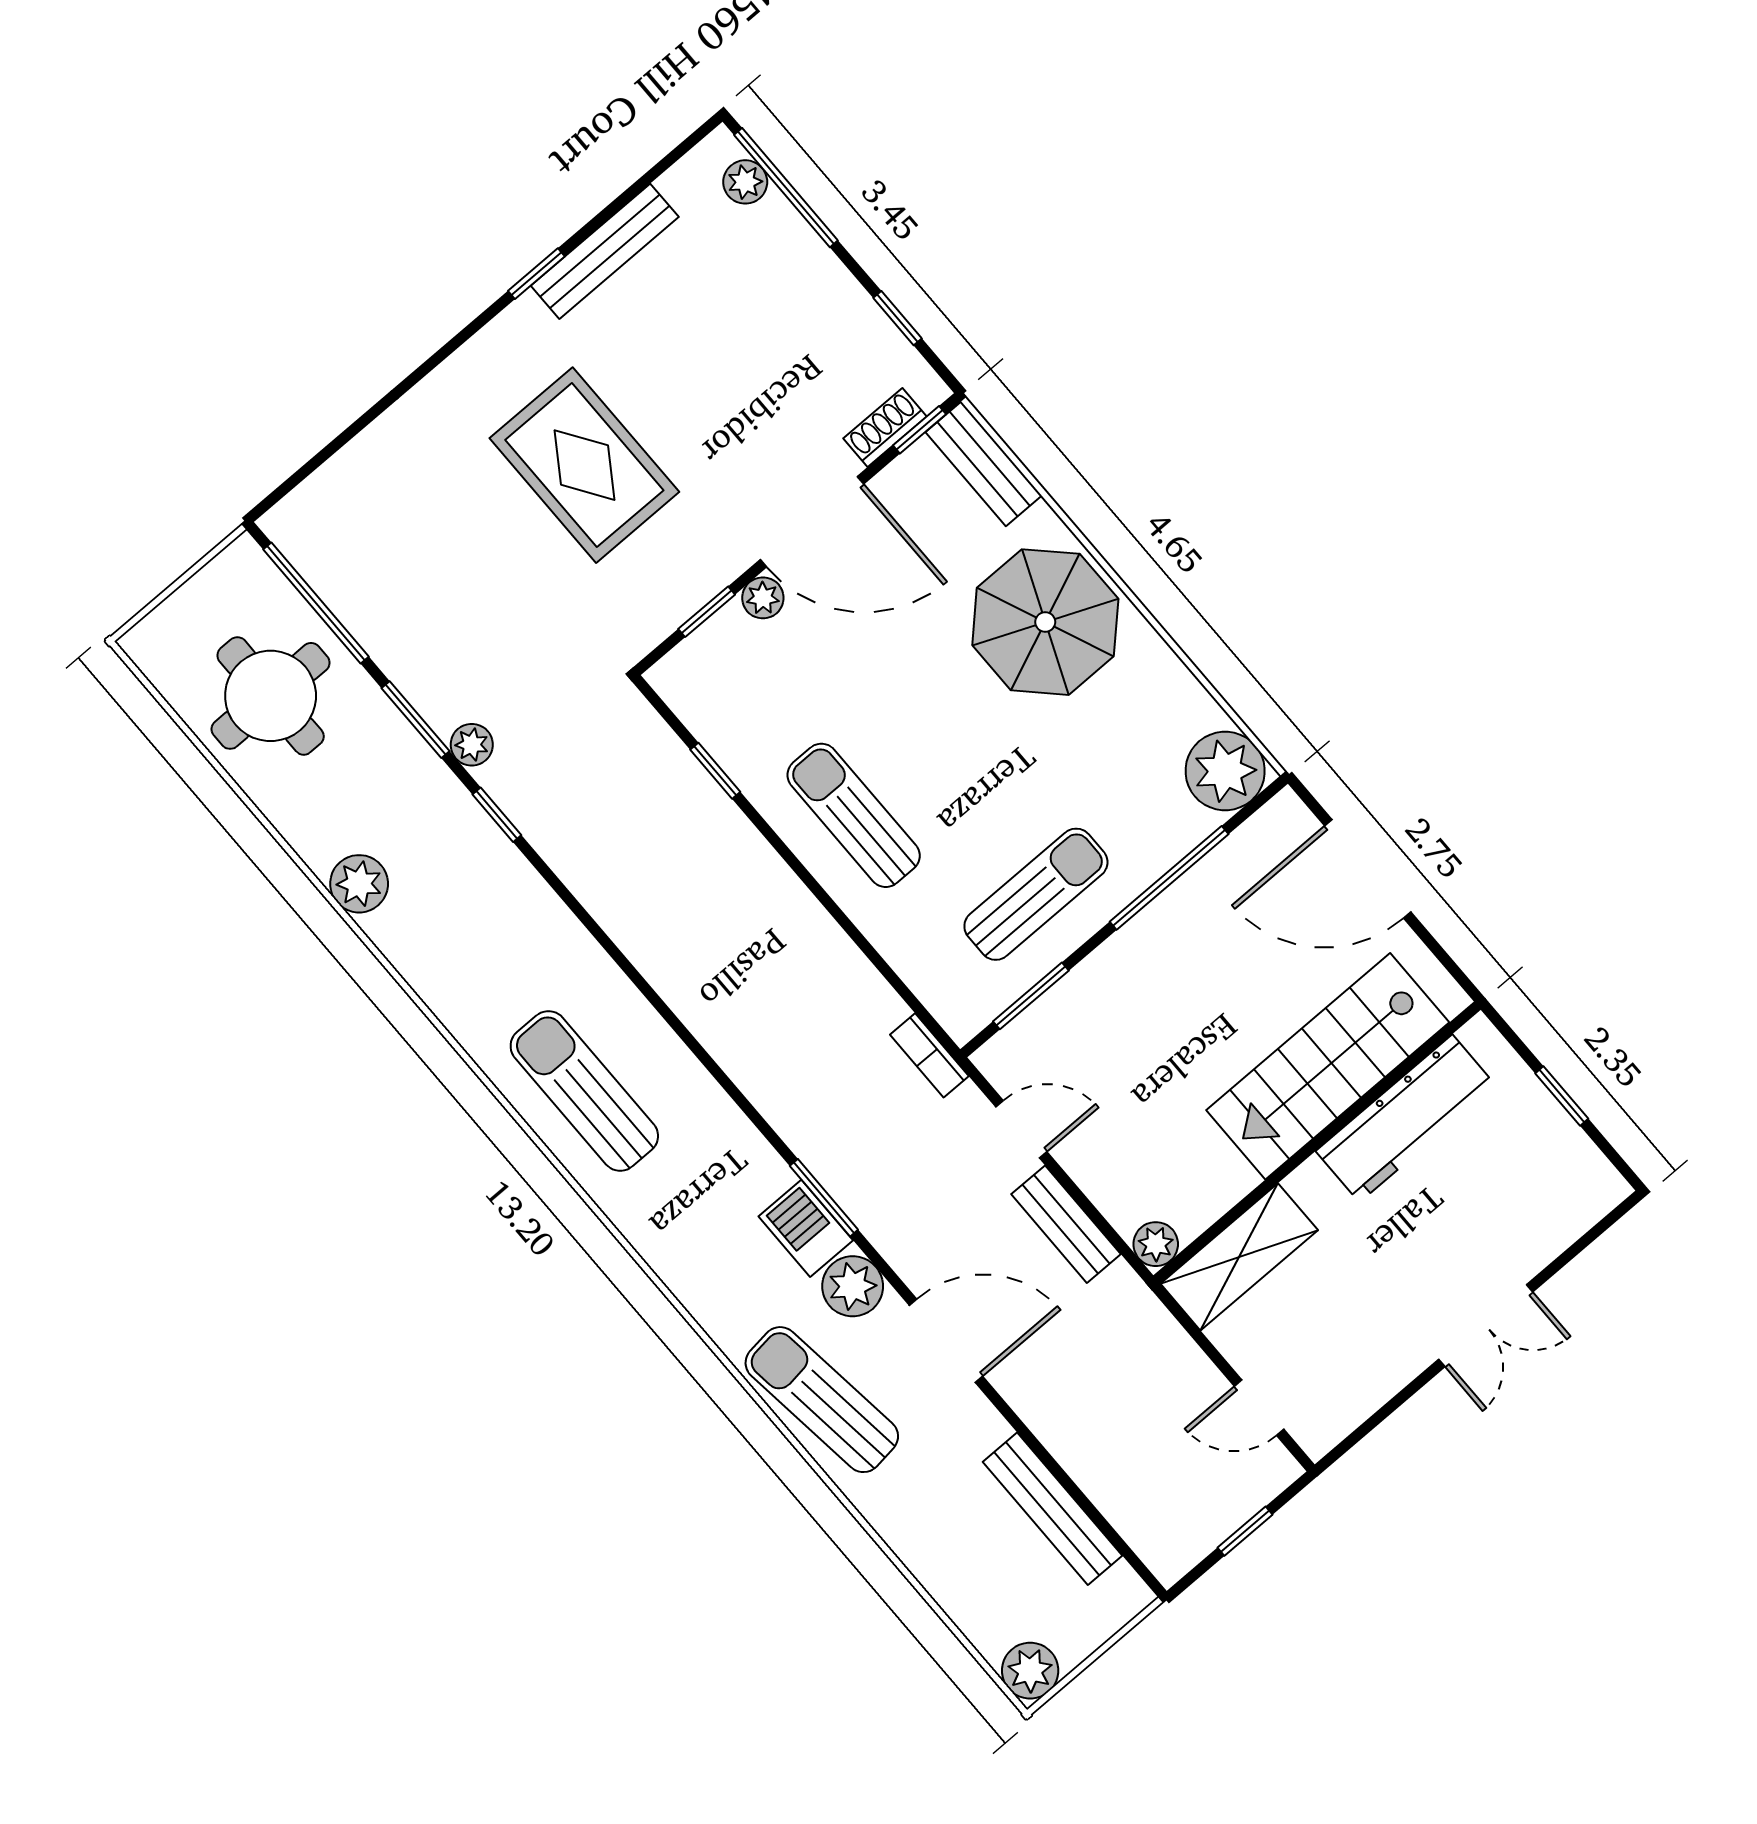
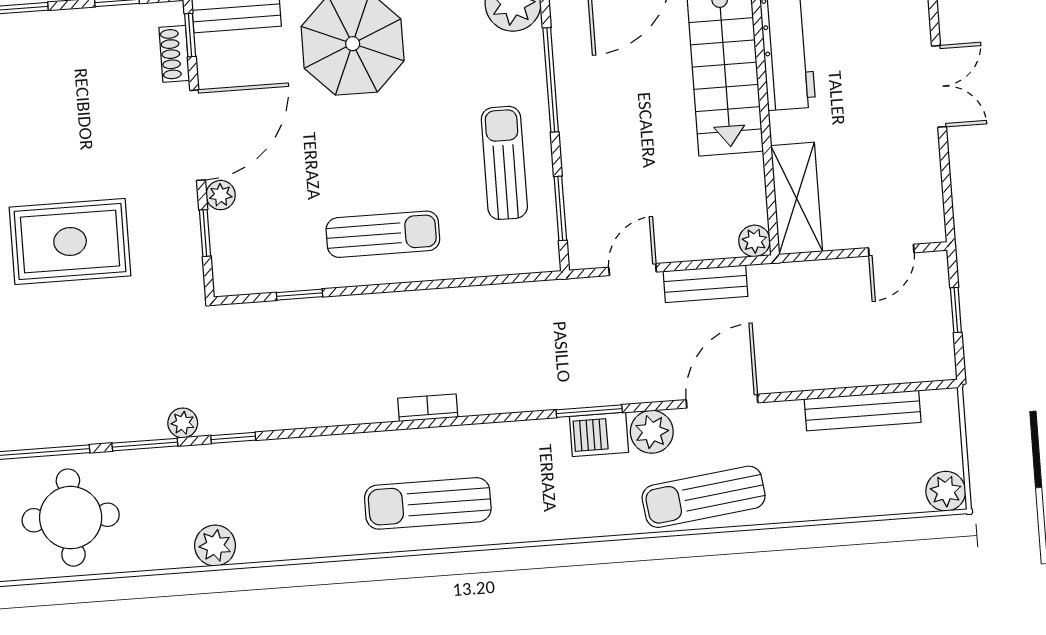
sun lounger: (854, 815) -> (383, 234), turned 180
bookcase: (929, 1055) -> (428, 408), moved, turned 180

